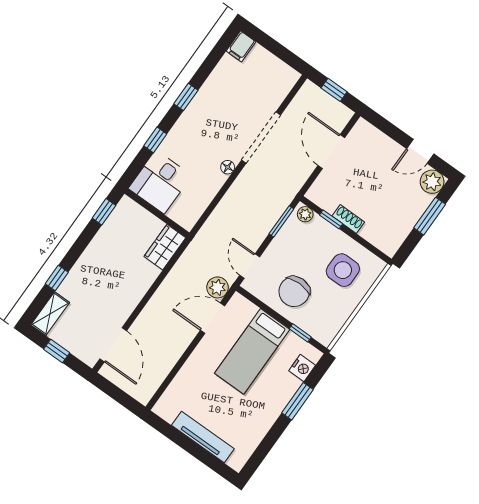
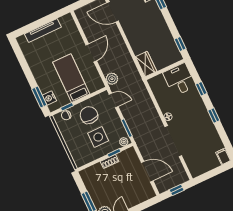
side table: (343, 270) -> (98, 137), moved
door: (213, 318) -> (91, 53), moved
chair: (314, 327) -> (66, 115), added
window: (297, 401) -> (39, 97), moved

